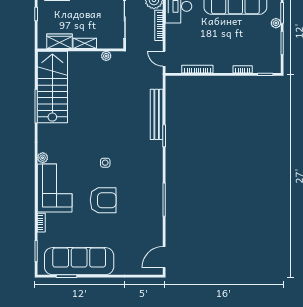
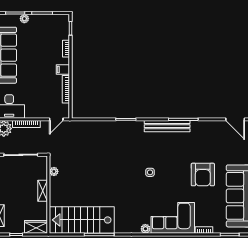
wardrobe: (60, 41) -> (36, 227), moved, turned 90
filing cabinet: (219, 66) -> (63, 70), added
bench: (157, 114) -> (167, 126), moved
armchair: (103, 200) -> (203, 175), moved, turned 180

